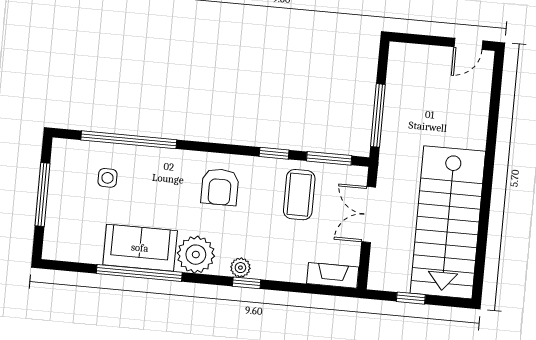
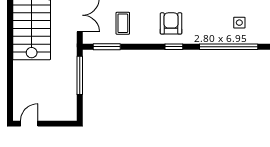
window: (274, 153) -> (174, 47), moved
coffee table: (299, 195) -> (123, 23), width x0.73, depth x0.77

